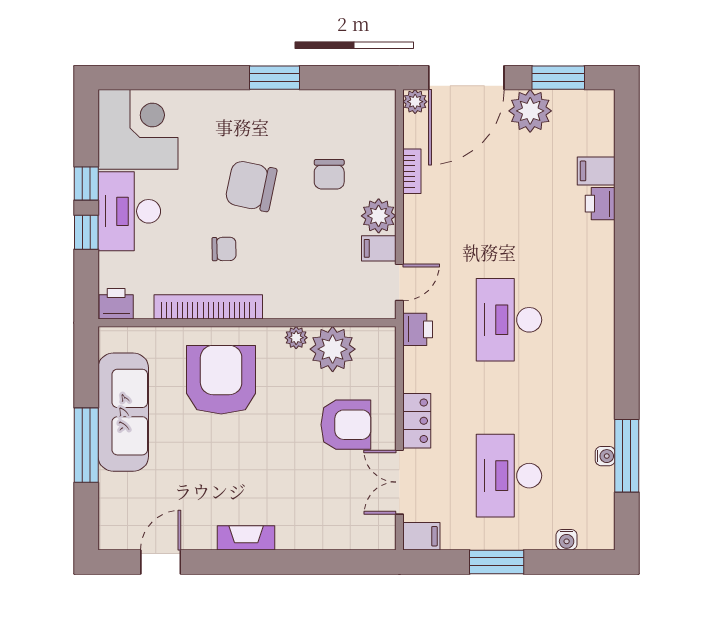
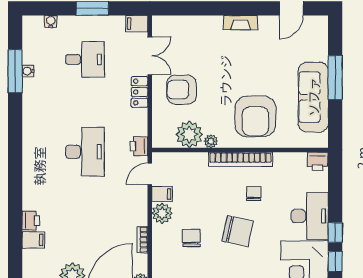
window: (86, 232) -> (335, 261), moved
chair: (224, 249) -> (254, 194), turned 91
bookcase: (208, 307) -> (241, 159), moved
desk: (509, 476) -> (85, 59), width x0.73

